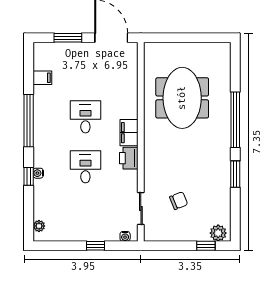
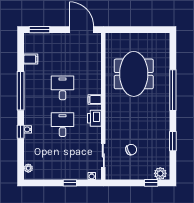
window: (68, 38) -> (40, 30), moved
filing cabinet: (129, 133) -> (95, 100), width x0.50
window: (235, 174) -> (173, 141), moved

